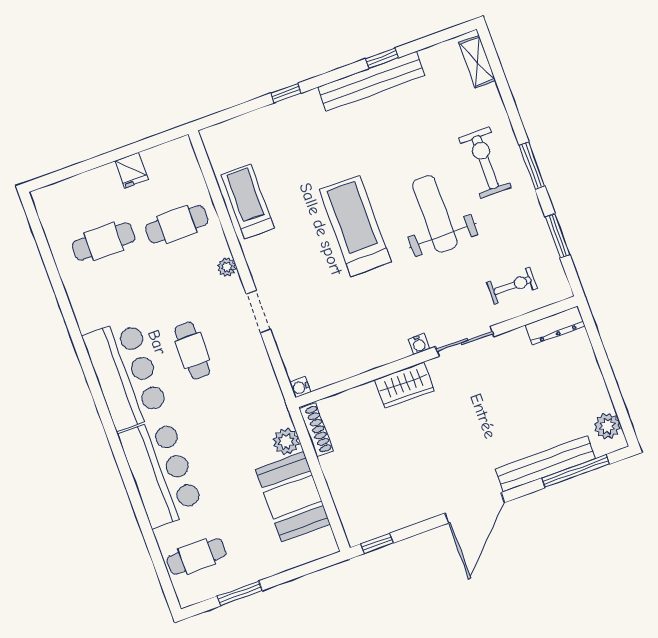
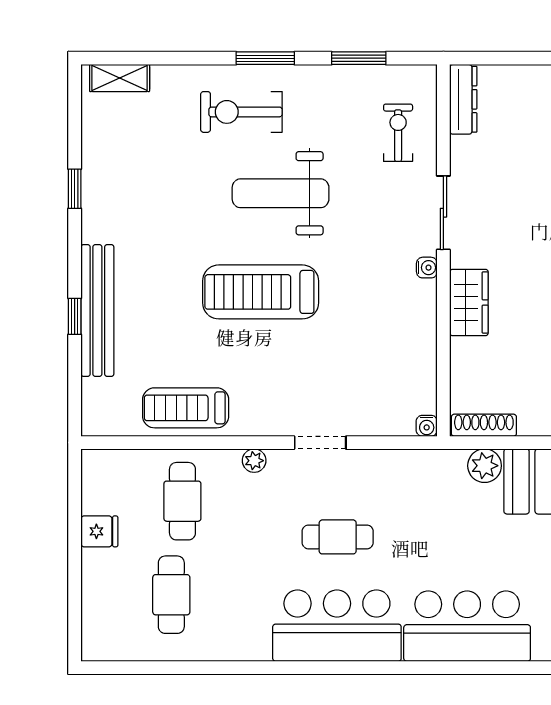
bench: (371, 81) -> (97, 311), moved

